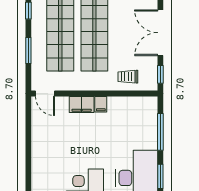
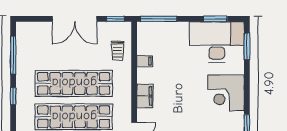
filing cabinet: (101, 104) -> (145, 61), moved
window: (160, 132) -> (158, 19), moved

